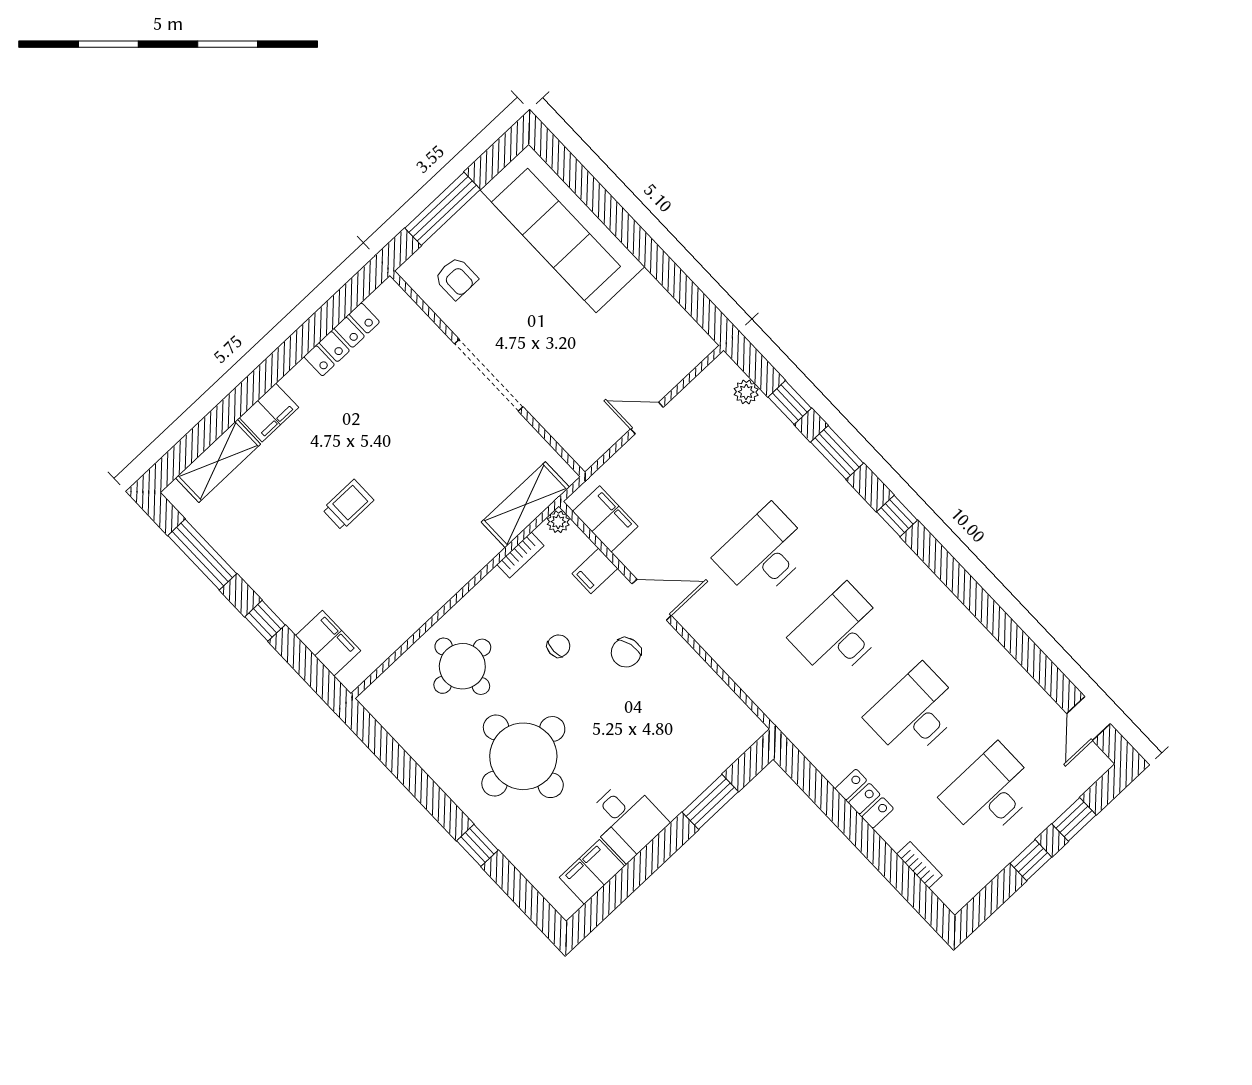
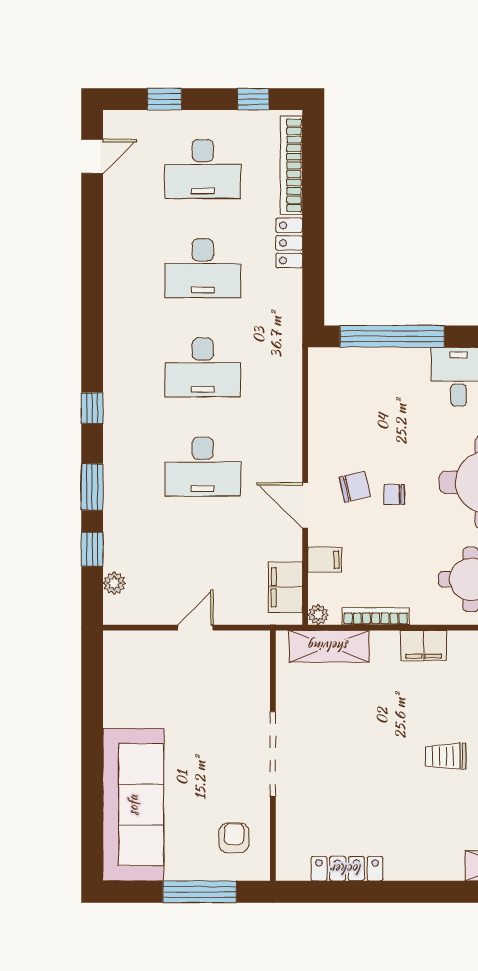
filing cabinet: (269, 413) -> (424, 645), moved, turned 180
door: (647, 418) -> (196, 628), swing flipped
bookcase: (520, 555) -> (376, 616), width x1.56
chair: (559, 646) -> (394, 494), moved
window: (710, 802) -> (392, 336), width x2.11
window: (1031, 860) -> (253, 99), moved
bookcase: (919, 865) -> (291, 165), width x2.31, depth x1.31

